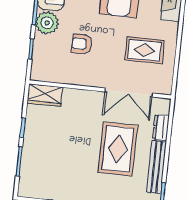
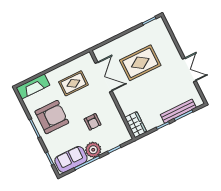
rug: (145, 50) -> (73, 83), turned 90
dresser: (161, 127) -> (112, 46), removed
bench: (156, 167) -> (178, 111), moved

